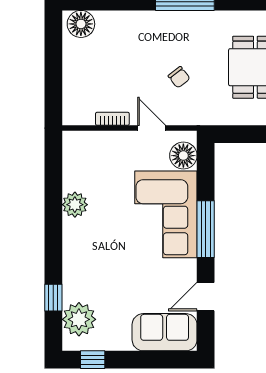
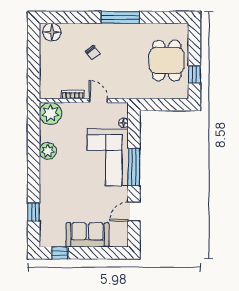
chair: (179, 77) -> (93, 53), moved
floor lamp: (183, 156) -> (123, 123), width x0.53, depth x0.53
plant: (79, 319) -> (51, 113), moved
sofa: (165, 332) -> (87, 235), moved

